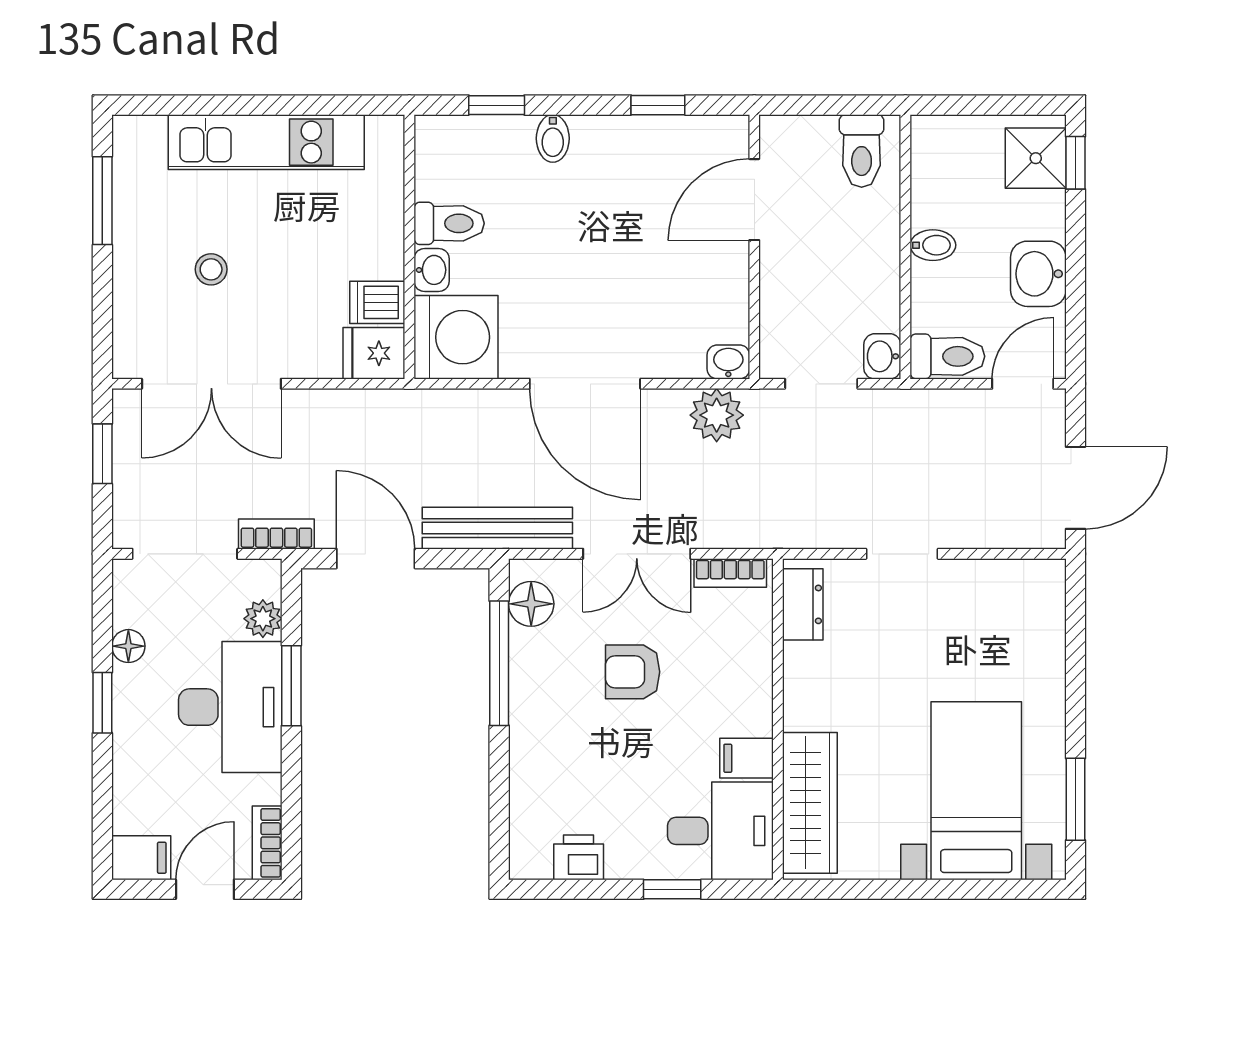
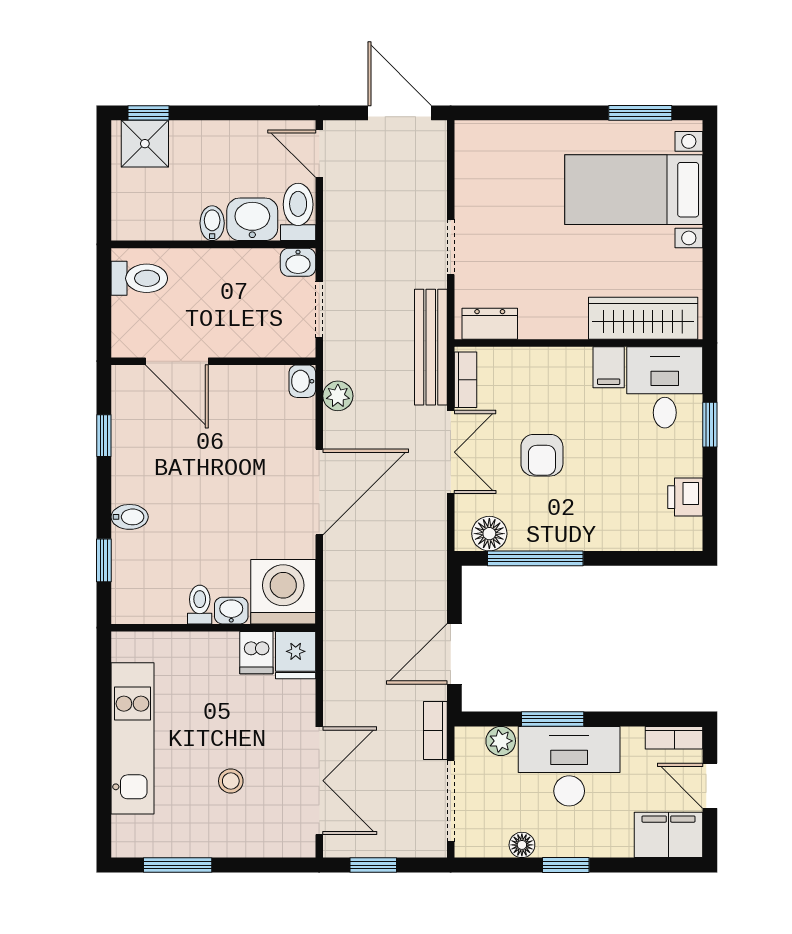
toilet: (449, 223) -> (200, 605), width x0.73, depth x0.72
washbasin: (1038, 274) -> (252, 219), moved, turned 180
plant: (717, 415) -> (338, 396), width x0.73, depth x0.73
bench: (497, 528) -> (431, 347), moved
filing cabinet: (141, 858) -> (668, 835), width x2.00

